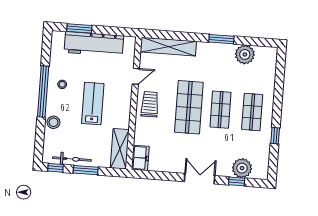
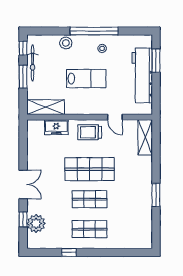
shelving: (168, 47) -> (145, 137), width x0.68
plant: (245, 54) -> (143, 218), removed
trolley: (150, 104) -> (90, 132), turned 180
freezer: (140, 158) -> (56, 127), moved

